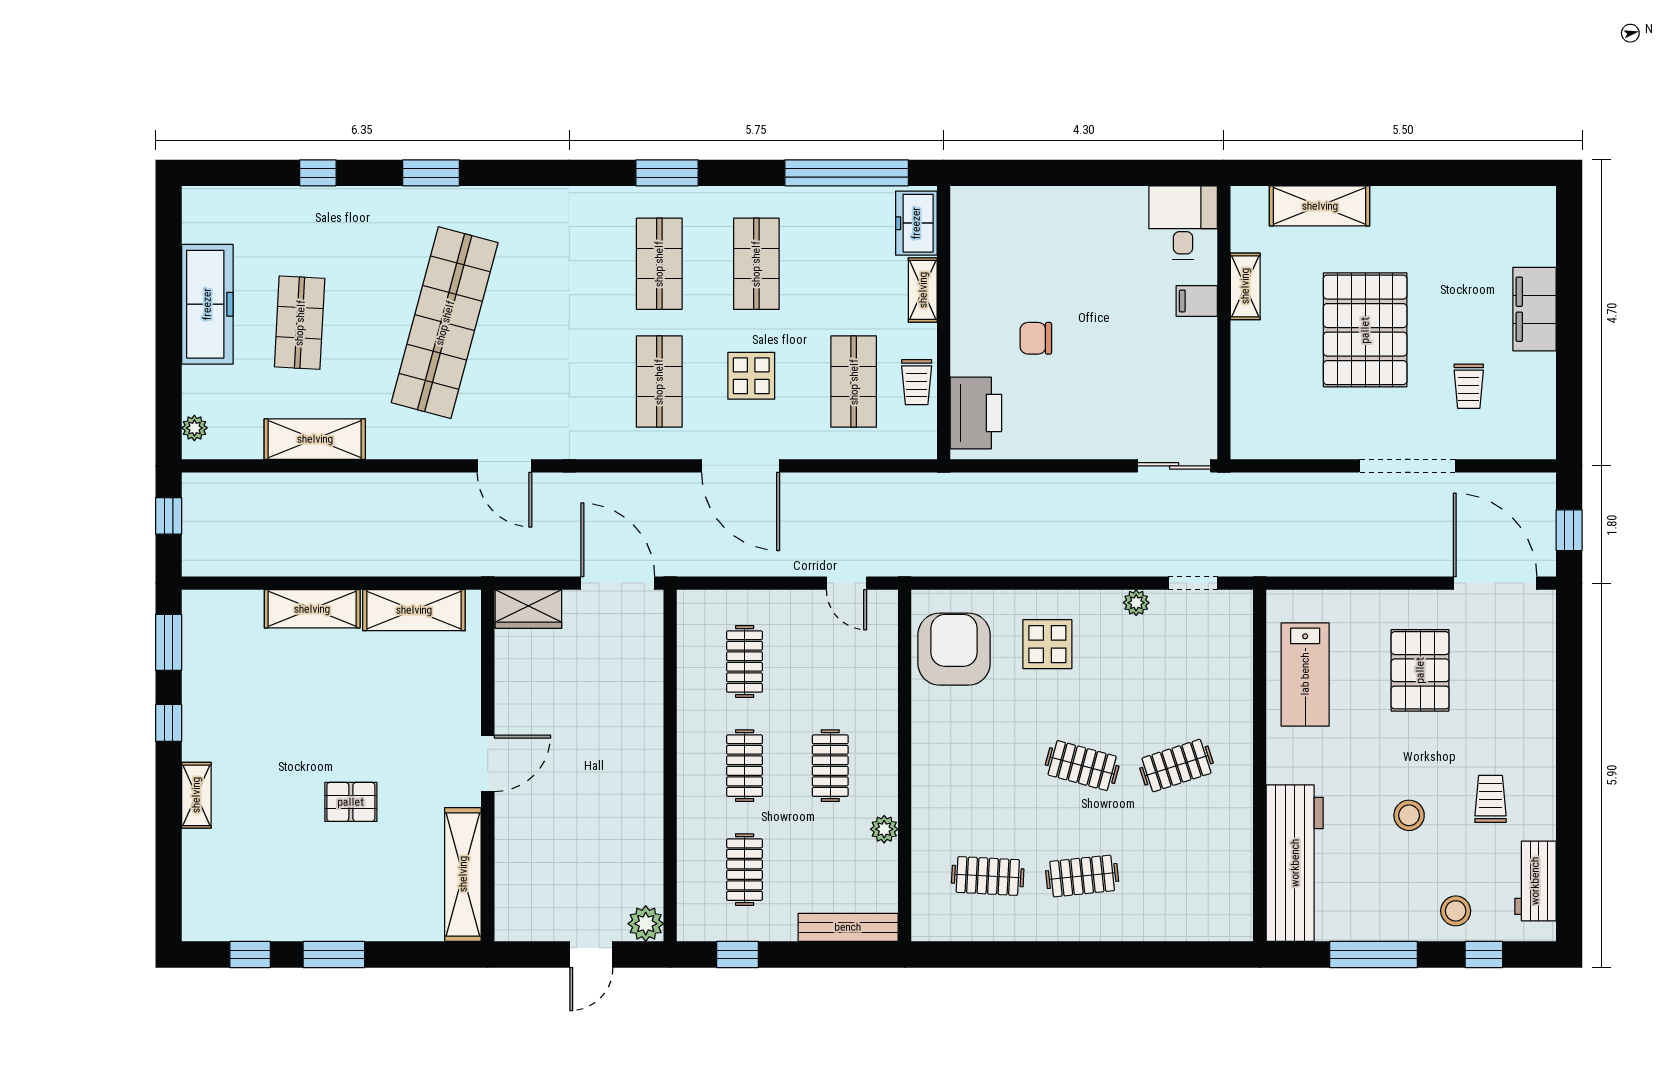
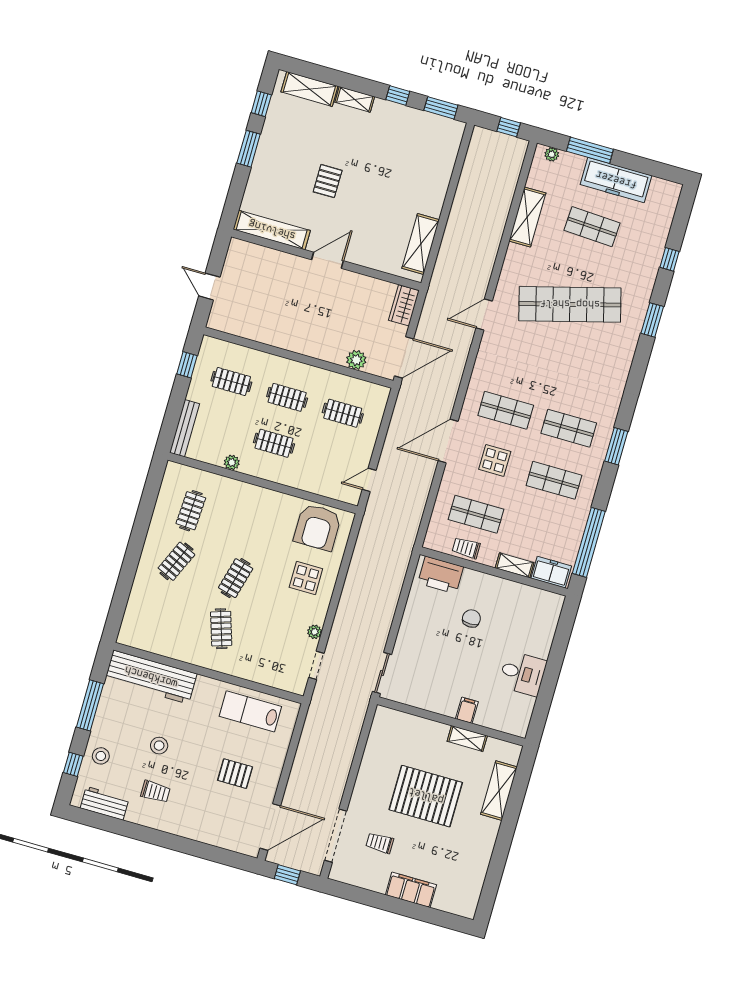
desk: (1183, 223) -> (523, 674), moved
shop shelf: (445, 323) -> (570, 304), turned -30
window: (169, 364) -> (590, 150), added
doorway: (1407, 466) -> (336, 836), moved
shelving: (312, 609) -> (309, 89), moved, turned 90
armchair: (954, 649) -> (317, 527), turned 90
pallet: (1420, 670) -> (235, 774), width x0.67, depth x0.71
door: (488, 763) -> (327, 260), swing flipped
clothes rail: (1082, 876) -> (176, 561), turned 30
plant: (646, 924) -> (356, 360), moved

